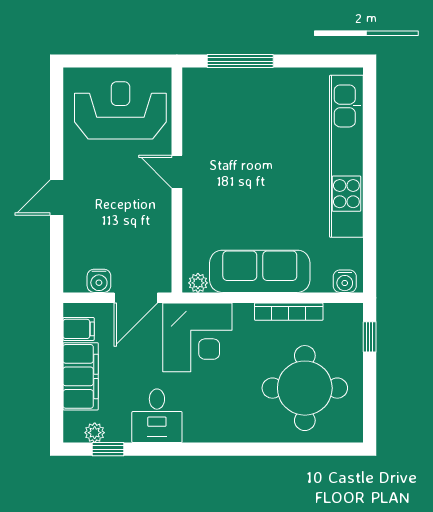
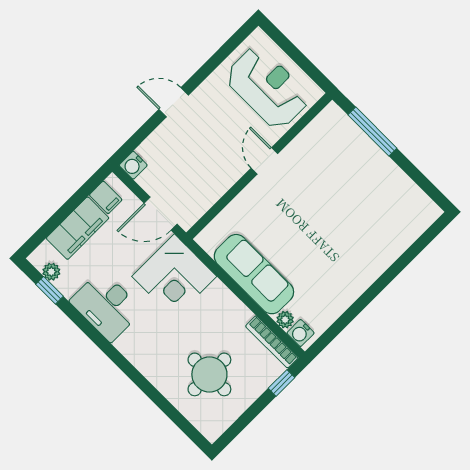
kitchen unit: (346, 156) -> (379, 257), removed
water cooler: (99, 281) -> (133, 165), moved
plant: (198, 283) -> (285, 320), moved
bookcase: (289, 312) -> (272, 342), moved
round table: (305, 388) -> (209, 374), width x0.73, depth x0.73
desk: (157, 416) -> (106, 306), width x1.37

